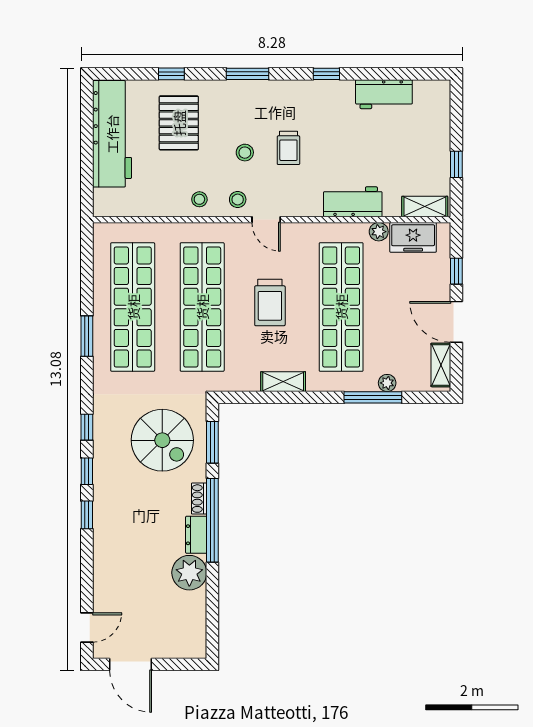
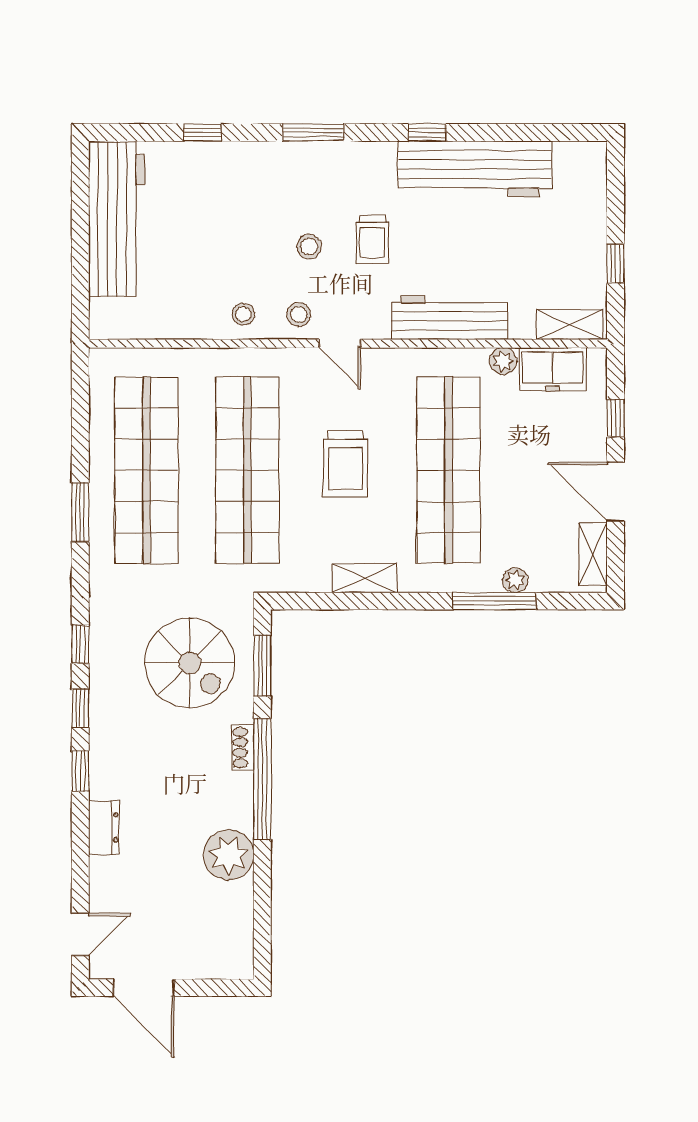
workbench: (384, 94) -> (475, 169), width x1.88, depth x1.32
pallet: (179, 123) -> (213, 204), removed
workbench: (353, 202) -> (450, 318), width x1.37
dresser: (196, 535) -> (104, 828), moved, turned 180

